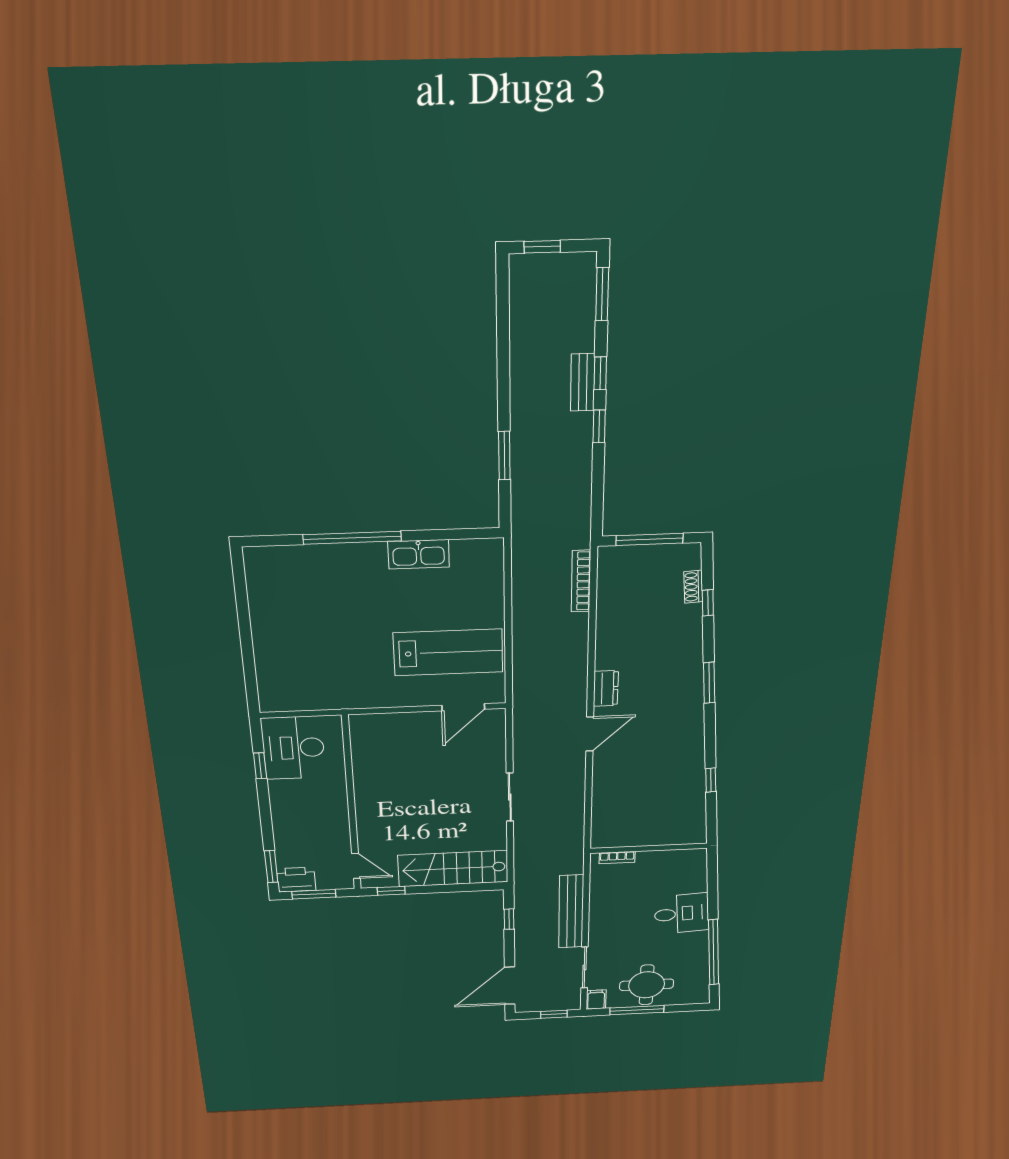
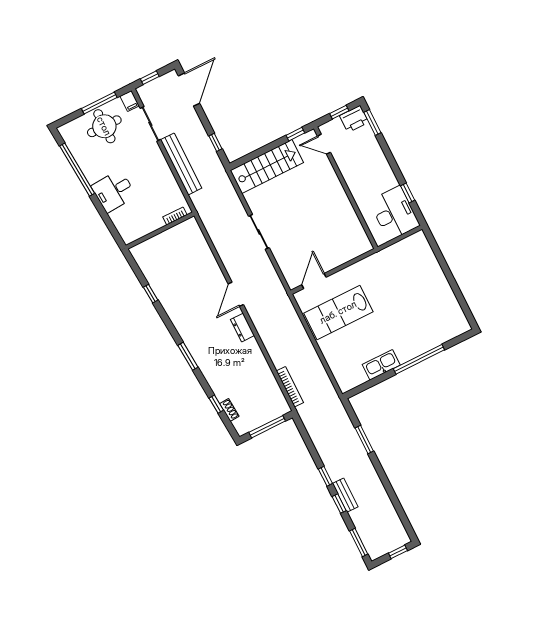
window: (314, 894) -> (339, 112), width x0.67

